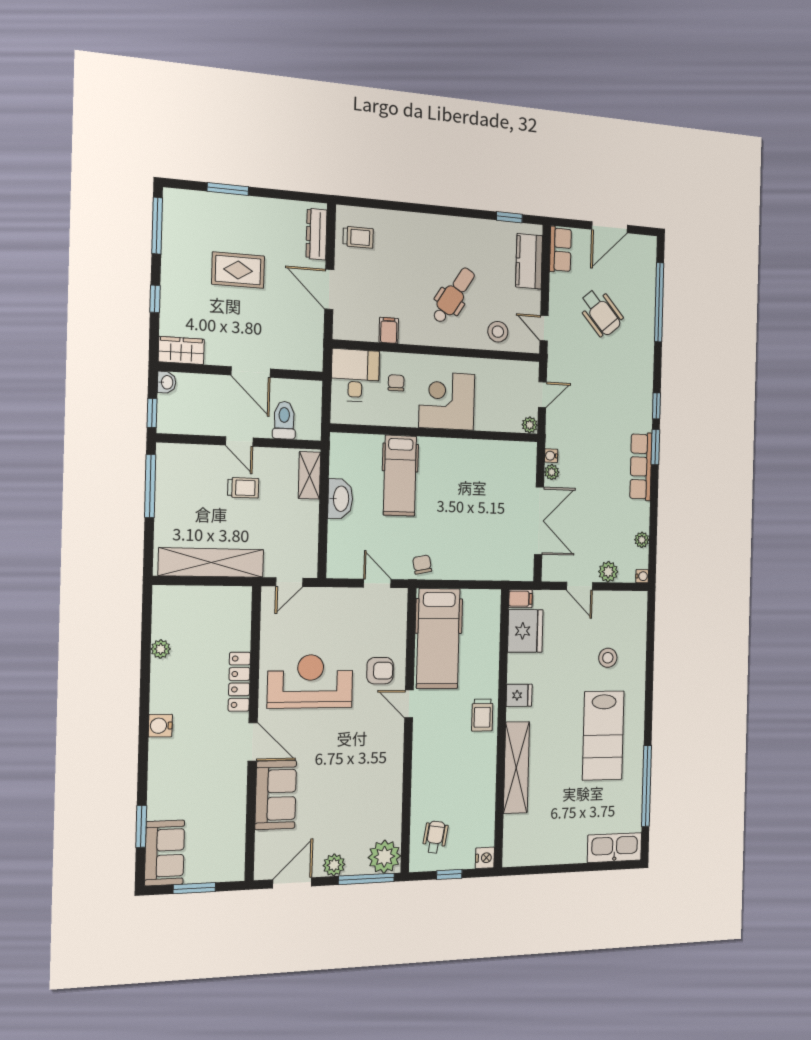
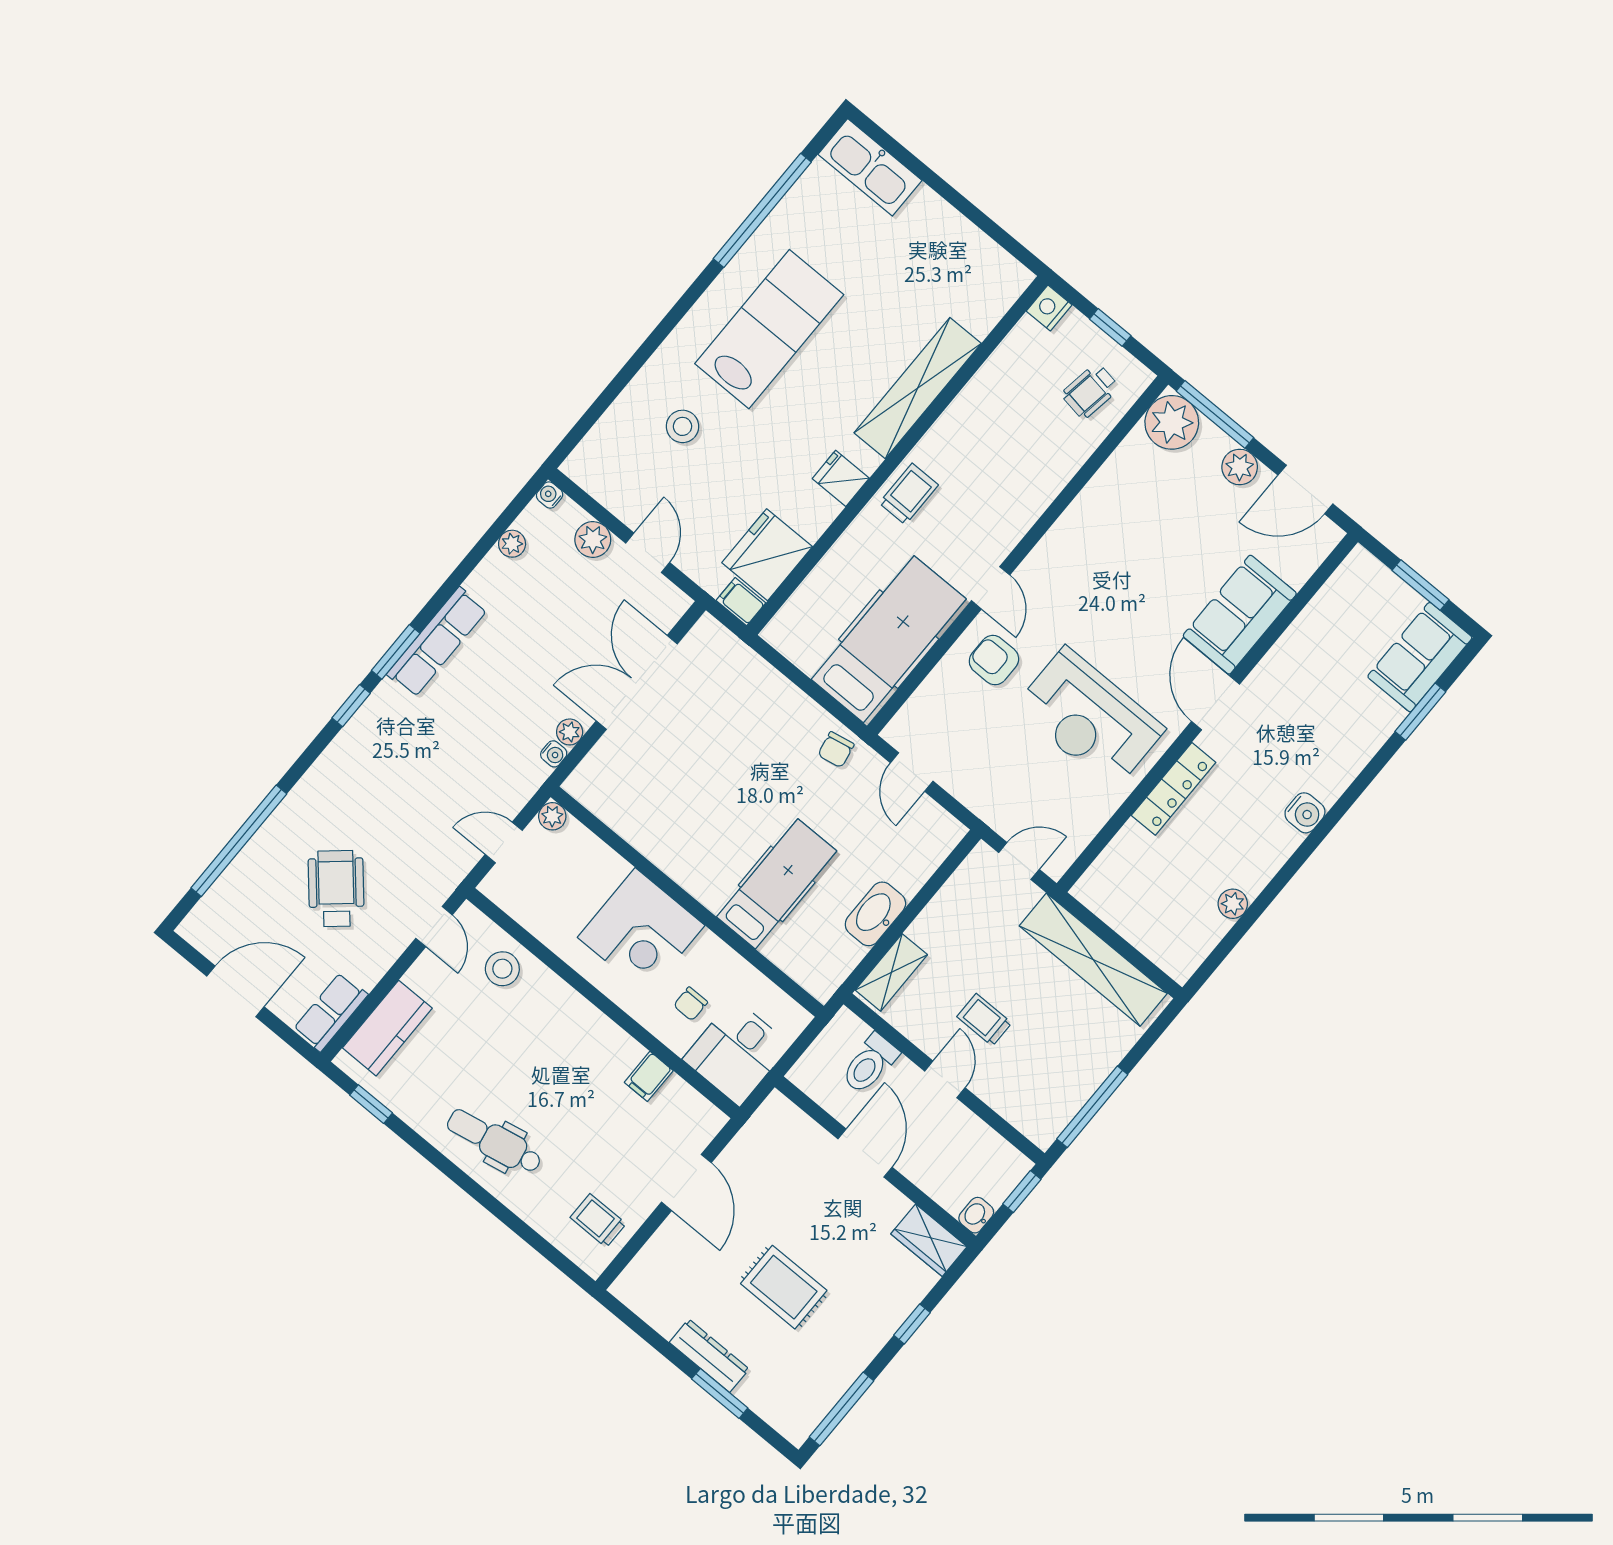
dresser: (317, 234) -> (709, 1356), moved, turned -90
dental chair: (454, 295) -> (494, 1141), moved, turned 47

